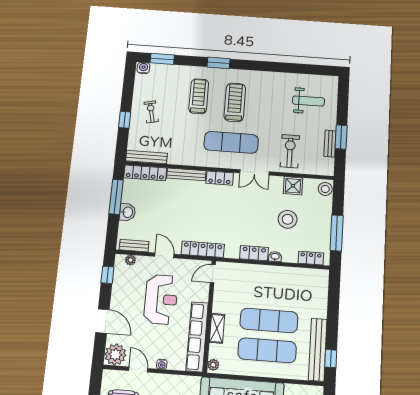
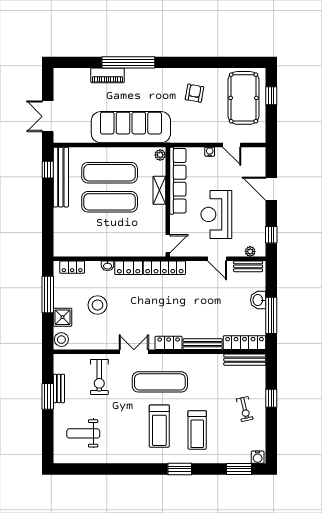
shower: (293, 186) -> (62, 317), moved
locker: (203, 249) -> (164, 268), moved
plant: (115, 355) -> (255, 158), removed

